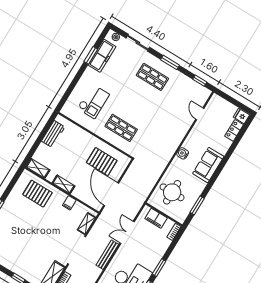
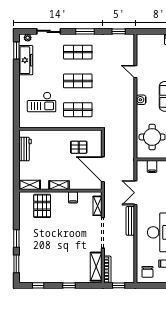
window: (91, 55) -> (16, 51), moved
checkout: (93, 101) -> (42, 102), turned 90
shop shelf: (137, 102) -> (78, 81), added
door: (200, 114) -> (135, 72), moved
pallet: (102, 162) -> (79, 147), width x0.67, depth x0.71
pallet: (37, 194) -> (42, 206), turned 90
filing cabinet: (156, 218) -> (152, 166), width x0.50

